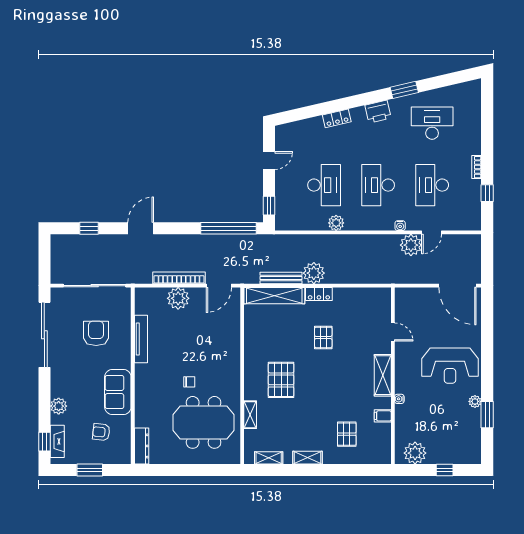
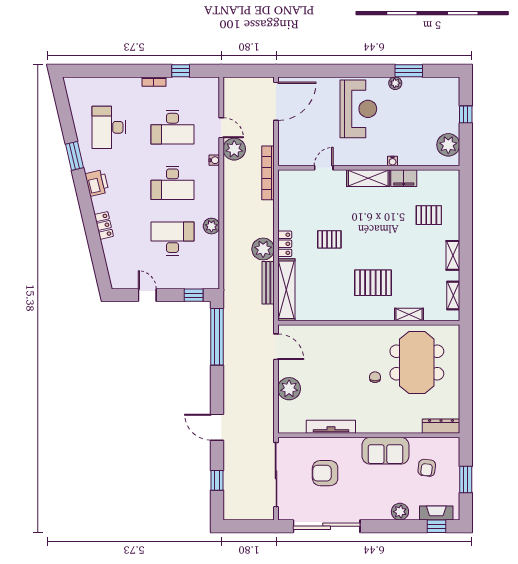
bookcase: (179, 278) -> (268, 173), moved
filing cabinet: (383, 416) -> (404, 178), width x2.00

